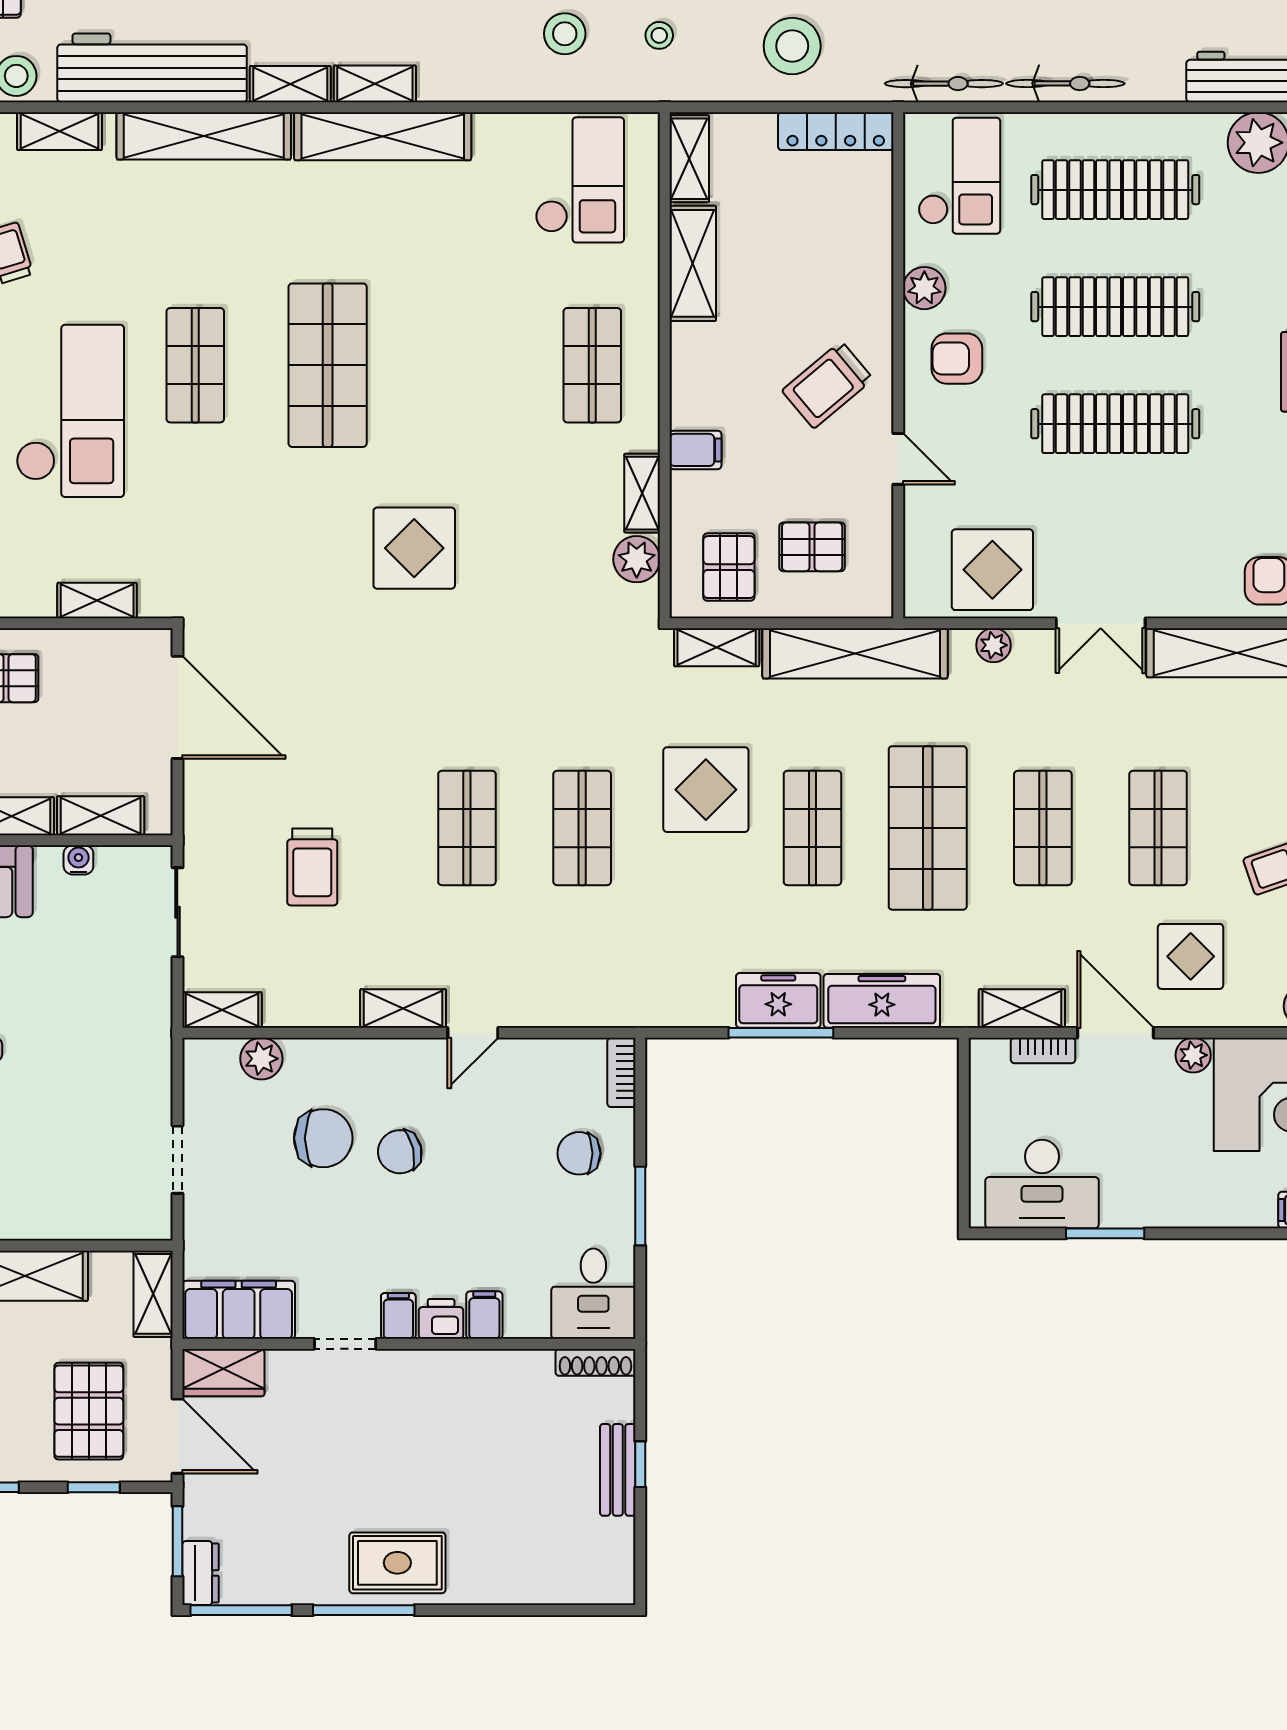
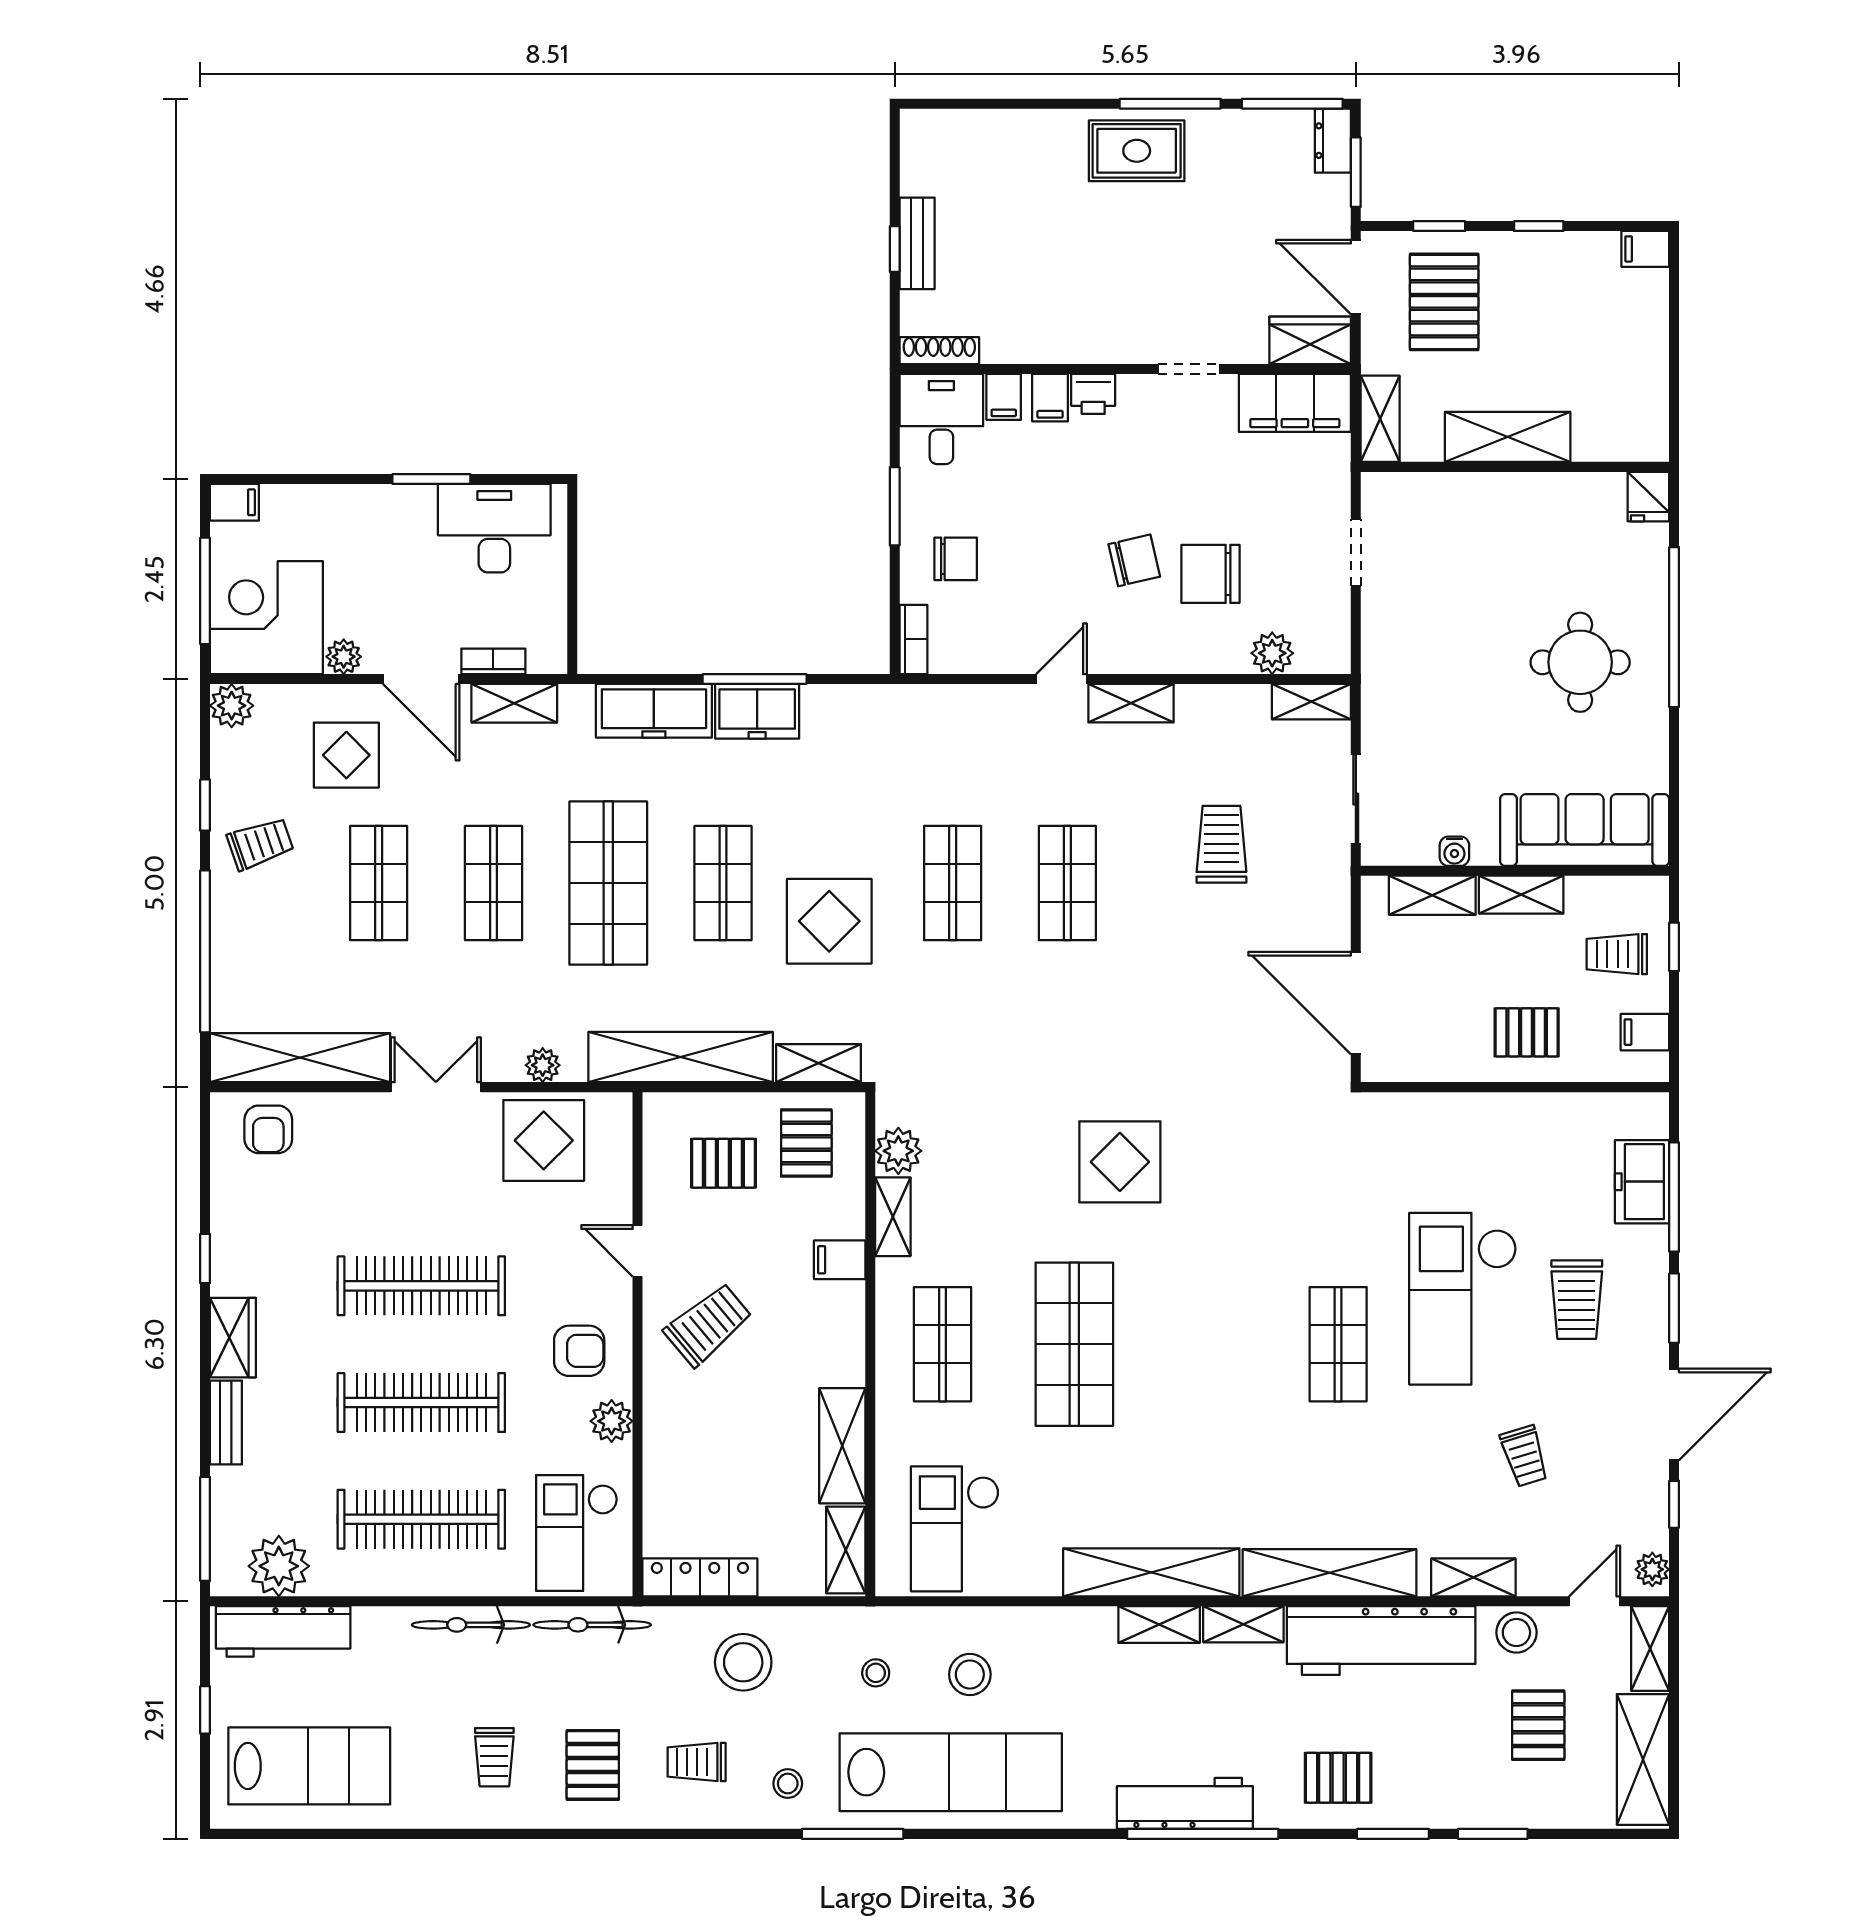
shop shelf: (328, 365) -> (1074, 1344), moved
shelving: (97, 600) -> (1436, 1110), removed
filing cabinet: (398, 1316) -> (1004, 397), moved

